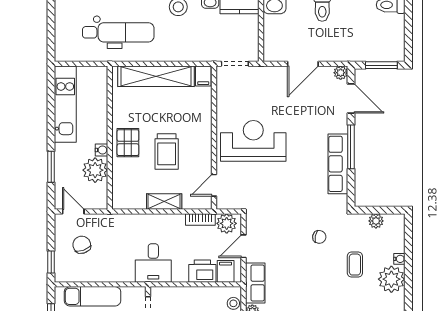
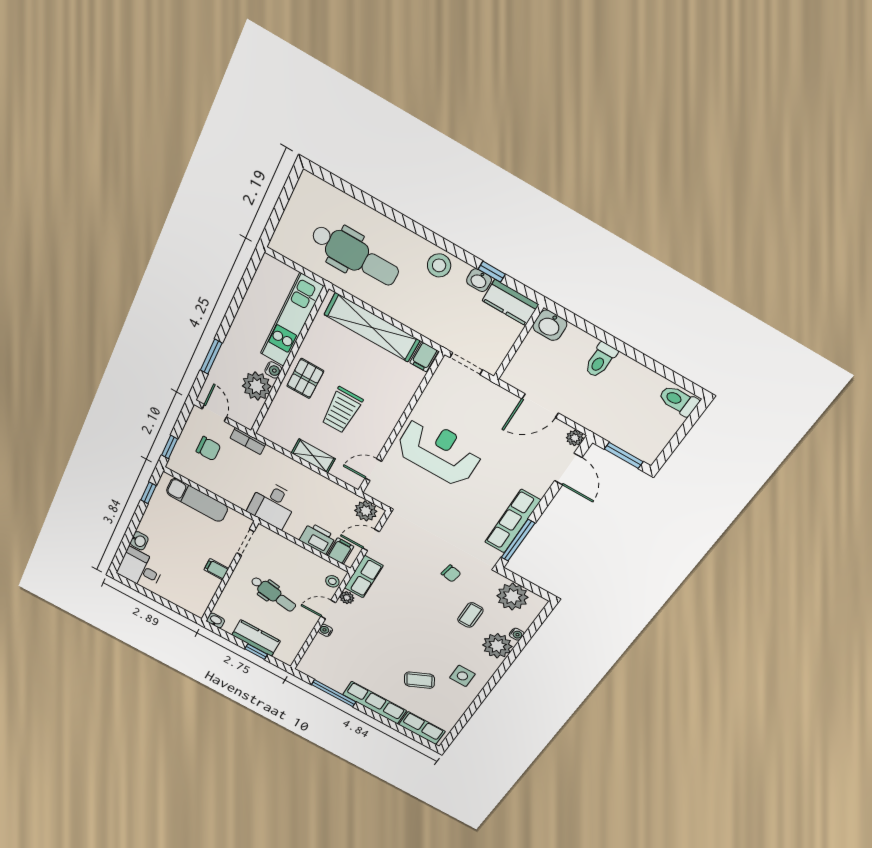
kitchen unit: (65, 104) -> (292, 320), moved, turned 180
window: (351, 147) -> (518, 540), moved
bookcase: (200, 219) -> (248, 441), moved
plant: (376, 221) -> (512, 597), width x1.88, depth x1.88
chair: (82, 245) -> (208, 449), turned 110

